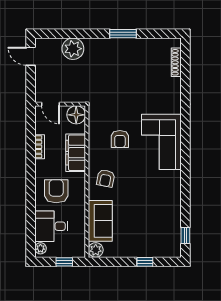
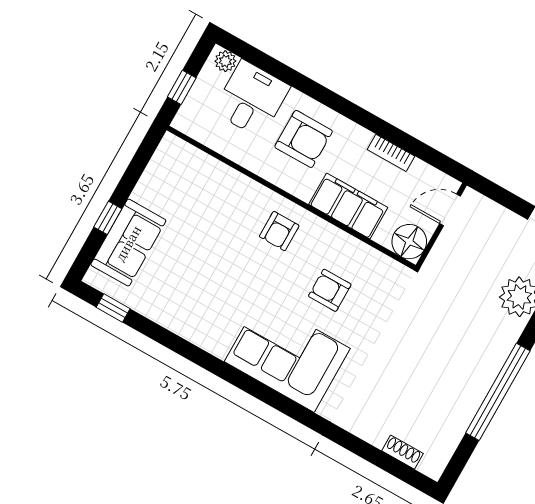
window: (123, 34) -> (498, 392), width x2.11
shoe rack: (176, 62) -> (402, 452), width x0.70
armchair: (106, 178) -> (279, 231), turned -101
sofa: (100, 221) -> (128, 243), moved, turned -90
plant: (96, 250) -> (172, 149), removed

